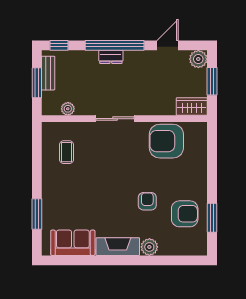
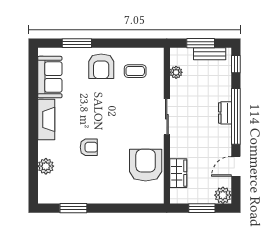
door: (168, 45) -> (236, 166), swing flipped
wardrobe: (192, 106) -> (178, 173), moved
armchair: (185, 214) -> (101, 66), moved
plant: (149, 247) -> (46, 166), moved

